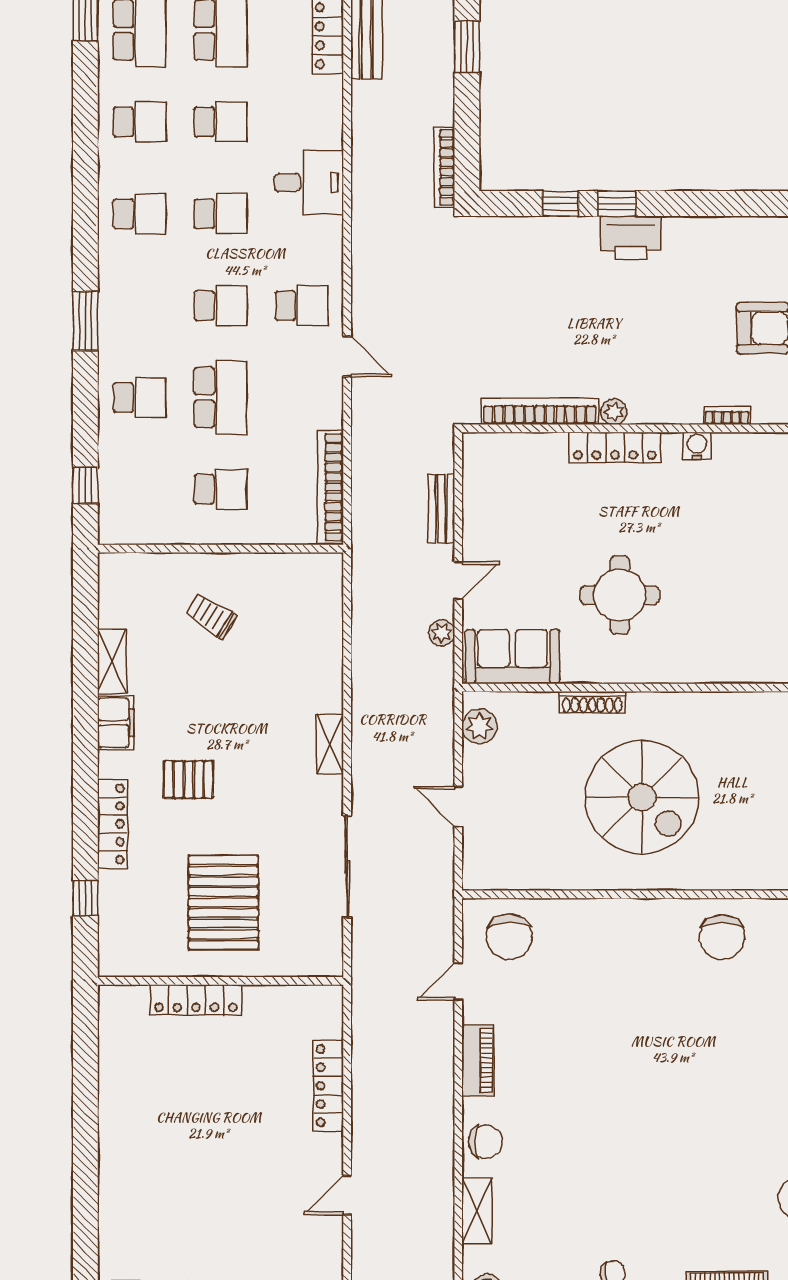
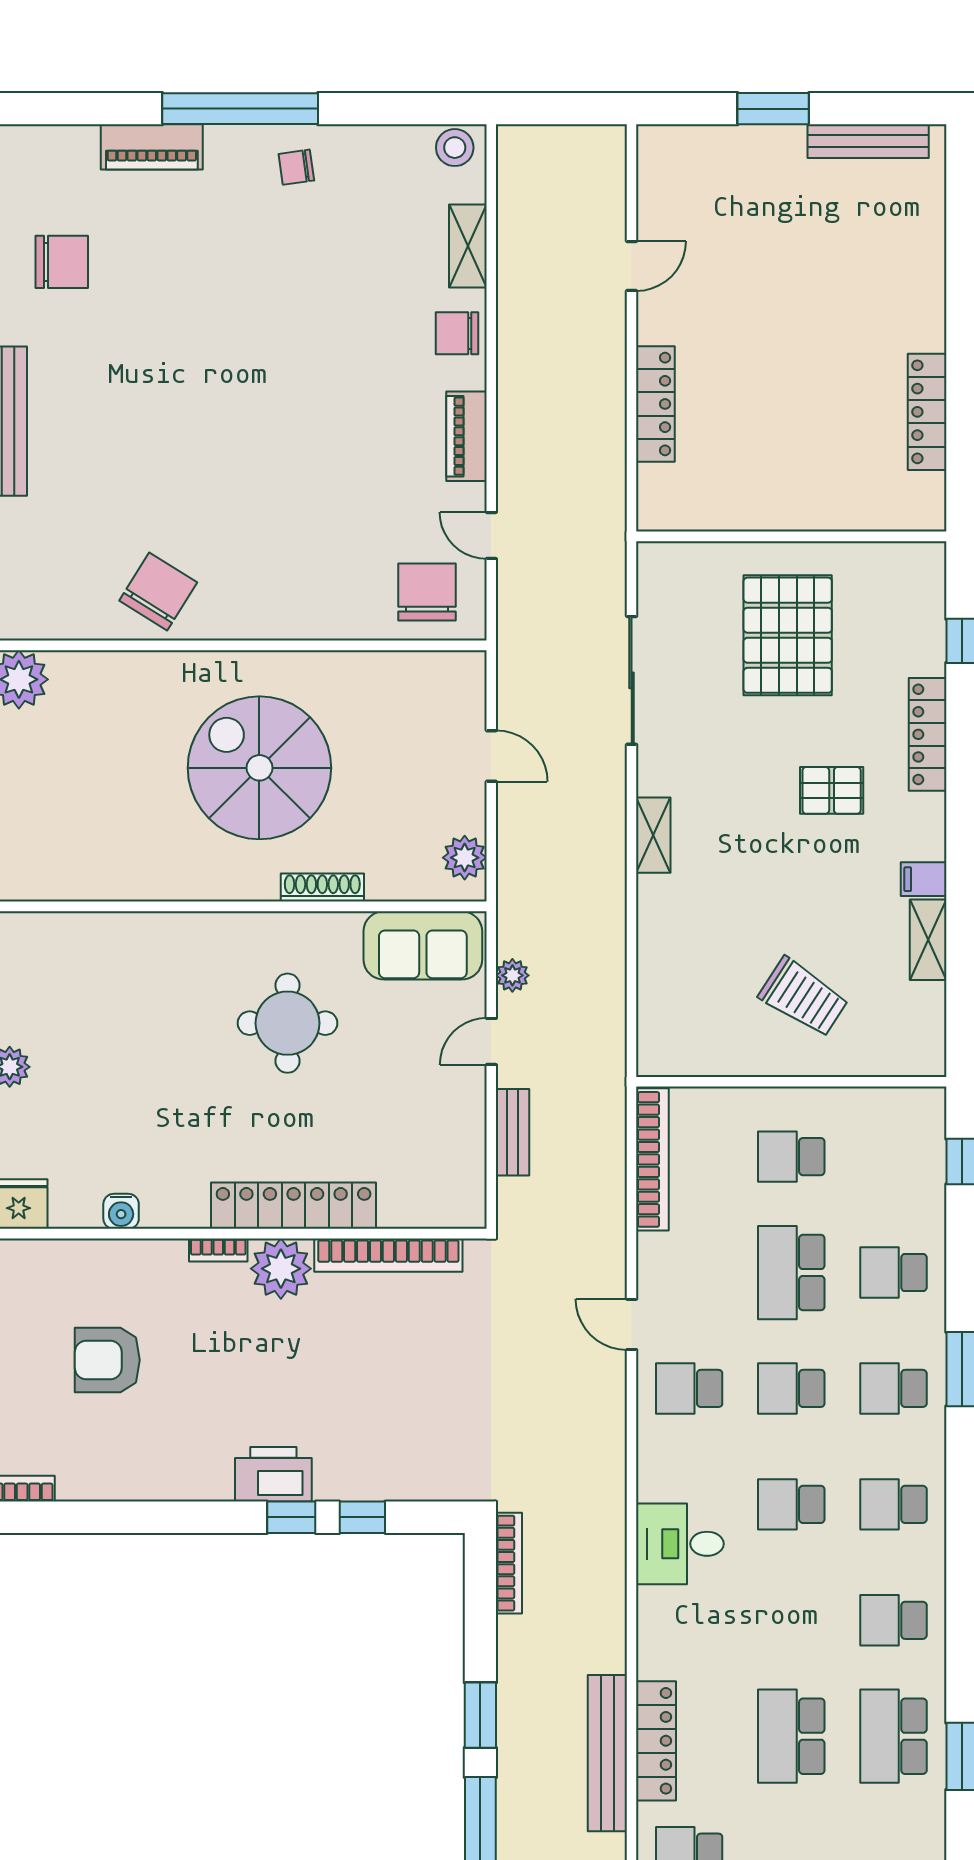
school desk: (221, 122) -> (893, 1388), moved
plant: (614, 412) -> (281, 1269), width x1.88, depth x1.88
bookcase: (727, 415) -> (218, 1250), moved
water cooler: (697, 446) -> (121, 1211), moved
locker: (615, 447) -> (294, 1206), width x1.41, depth x1.21
trolley: (211, 616) -> (804, 997), width x1.36, depth x1.39
filing cabinet: (116, 723) -> (924, 879), width x0.50
chair: (722, 937) -> (158, 592), turned 32
door: (458, 981) -> (491, 535), swing flipped
locker: (196, 1000) -> (927, 412), moved, turned -90

